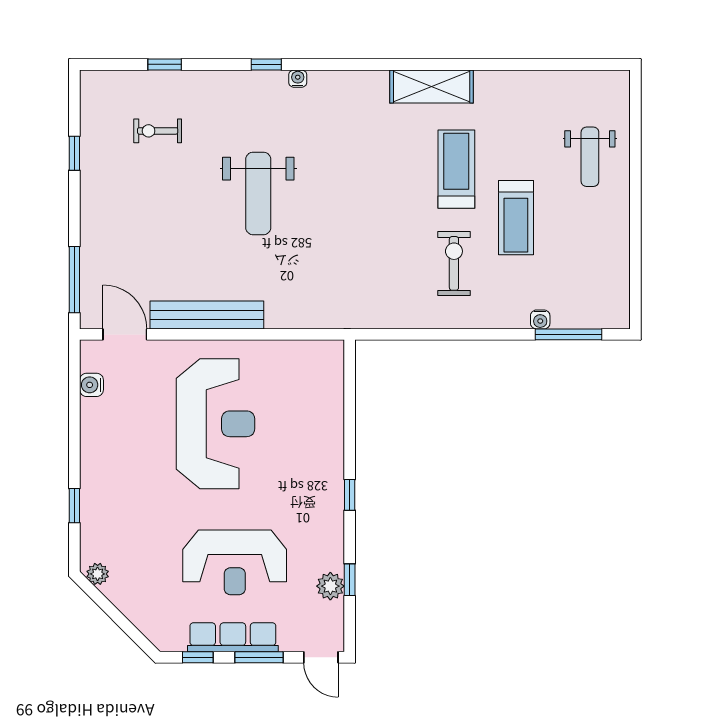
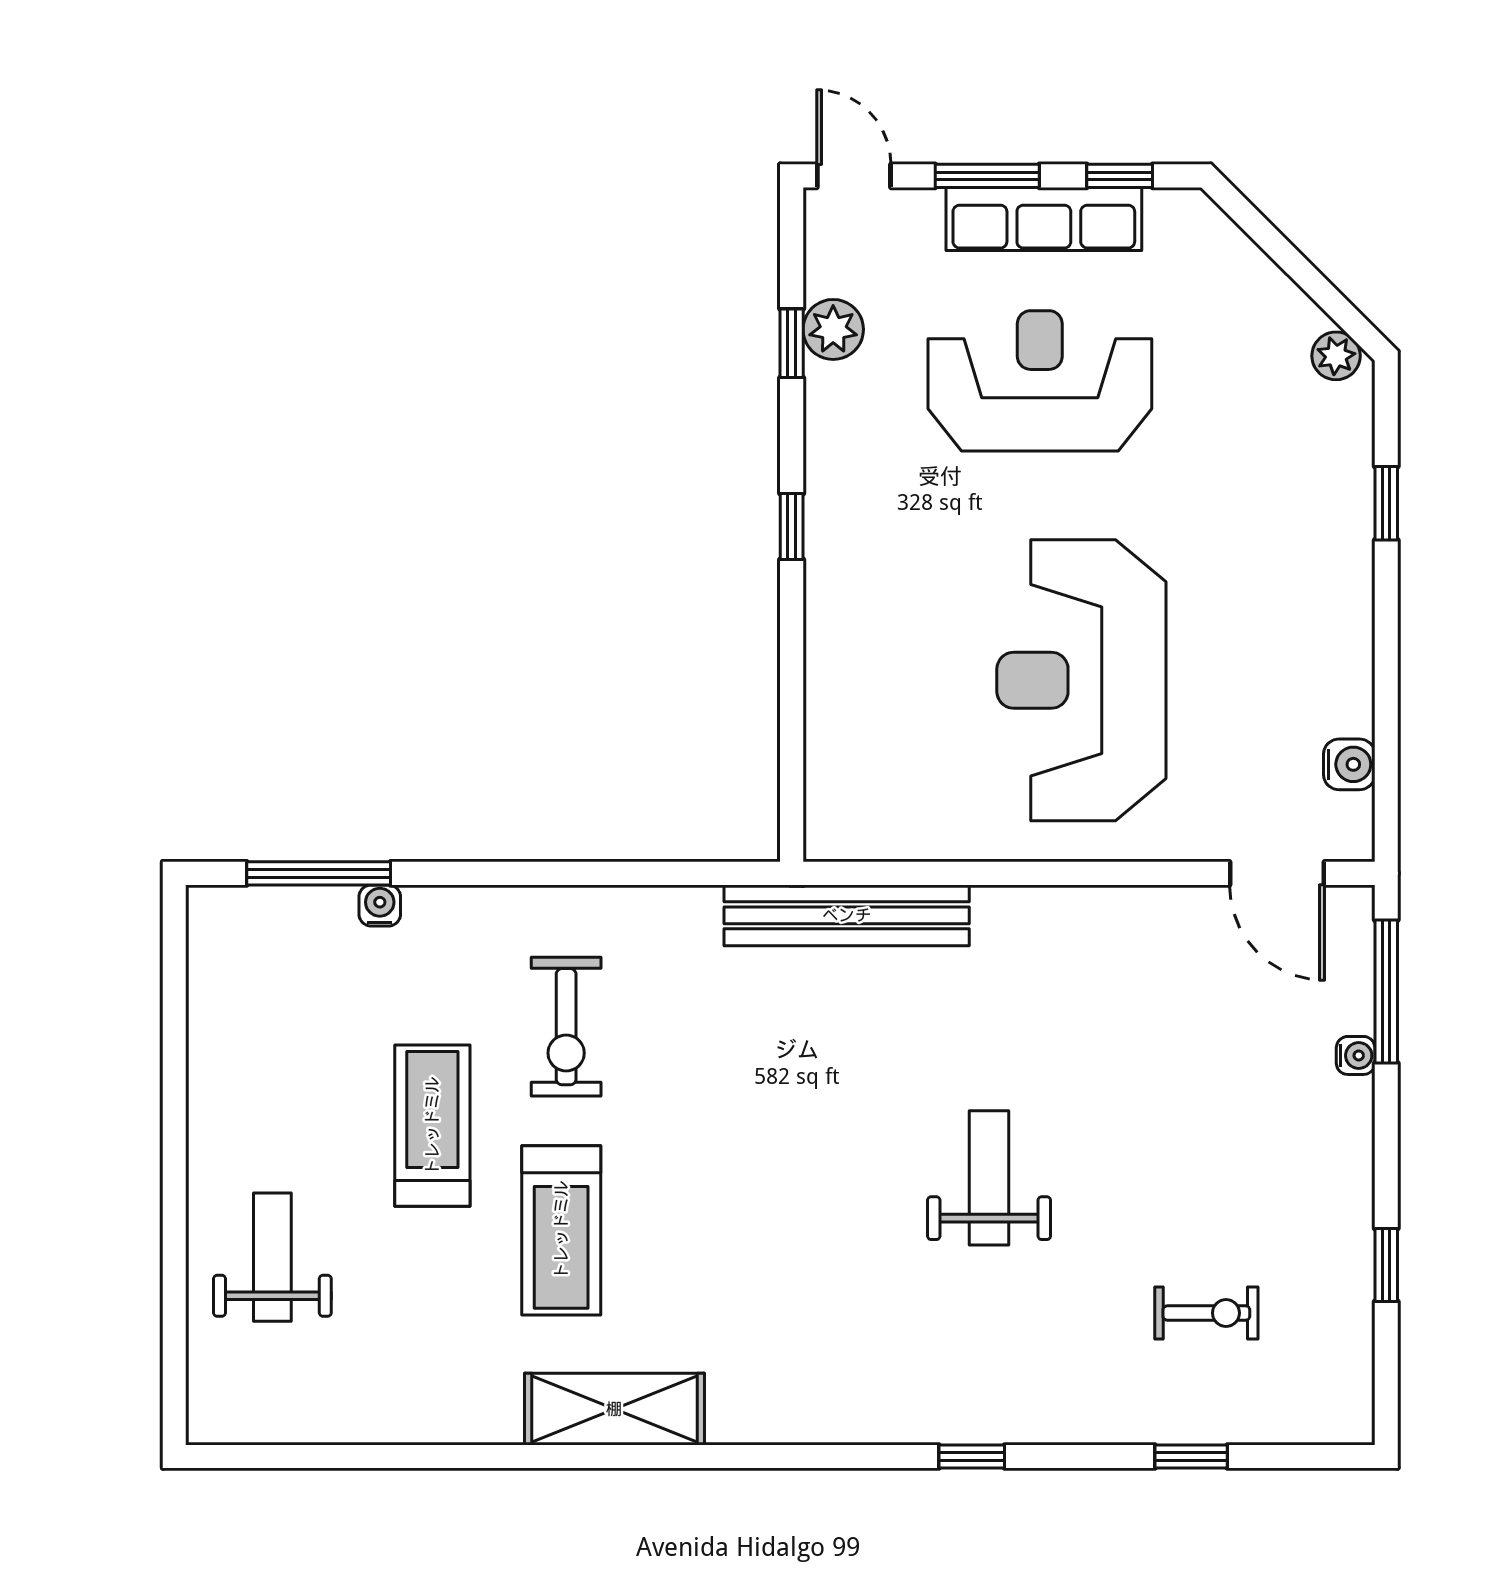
water cooler: (298, 79) -> (1356, 1055), moved, turned -90
weight bench: (258, 193) -> (989, 1178), width x0.73, depth x0.75
bench: (207, 315) -> (847, 915), moved

